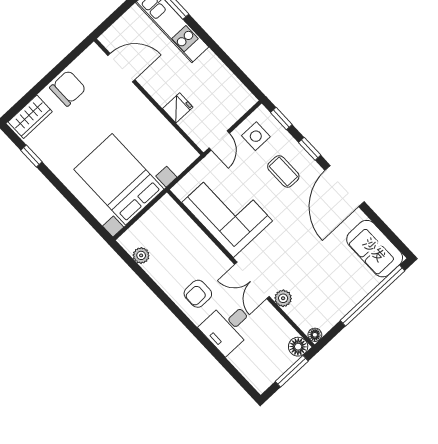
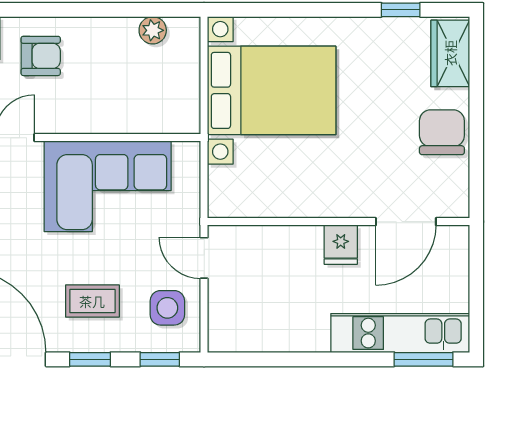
chair: (68, 88) -> (442, 132), turned 180
fridge: (178, 108) -> (341, 245), moved
armchair: (198, 294) -> (41, 56), turned 90

